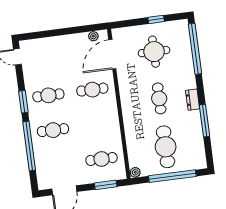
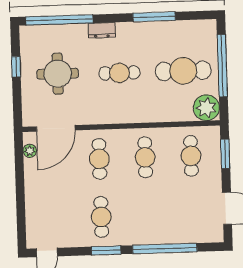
door: (112, 54) -> (56, 128), hinge flipped
dresser: (193, 100) -> (102, 30), moved
cafe table: (53, 130) -> (145, 157), moved
plant: (135, 172) -> (206, 108), width x1.88, depth x1.88

